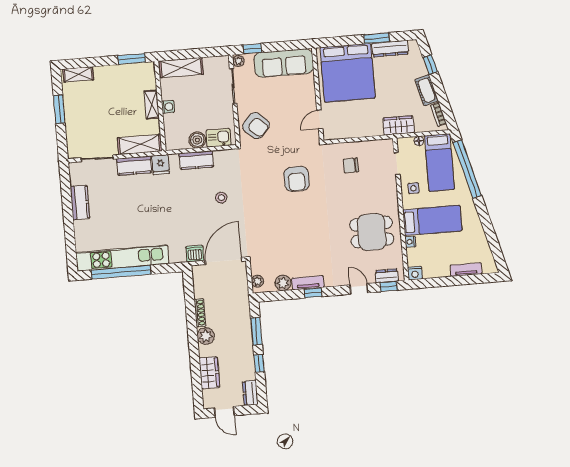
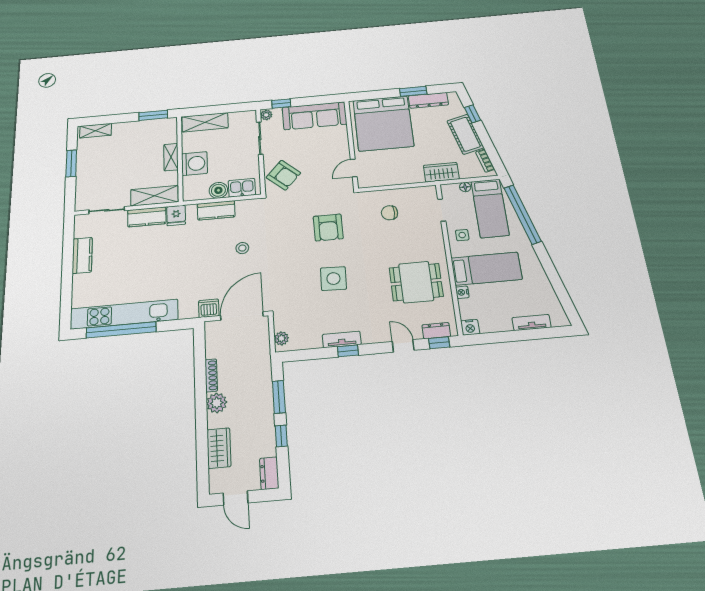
cot: (427, 90) -> (465, 134), width x1.37, depth x1.34
washing machine: (168, 107) -> (194, 164), width x1.89, depth x1.89
side table: (301, 228) -> (333, 279), added
plant: (283, 283) -> (312, 340), removed

